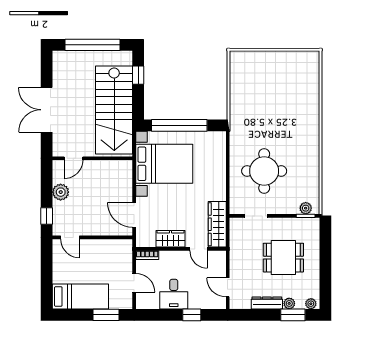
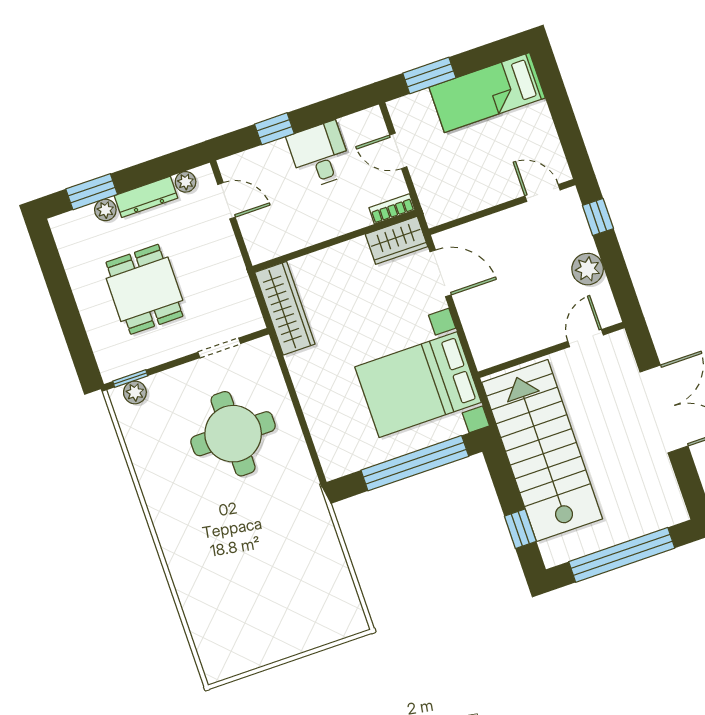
wardrobe: (170, 239) -> (396, 240), moved
door: (199, 249) -> (303, 252), removed
dining table: (283, 258) -> (144, 289), turned 90
plant: (311, 304) -> (186, 182), moved

